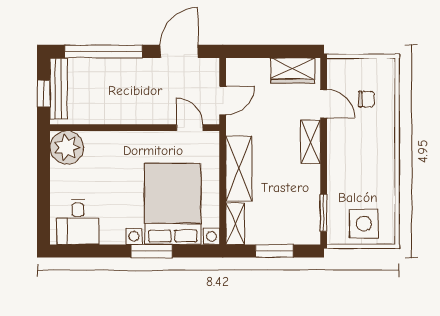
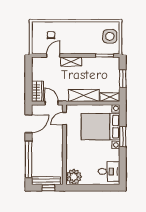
door: (179, 51) -> (28, 124), swing flipped
wardrobe: (293, 70) -> (37, 91), moved

